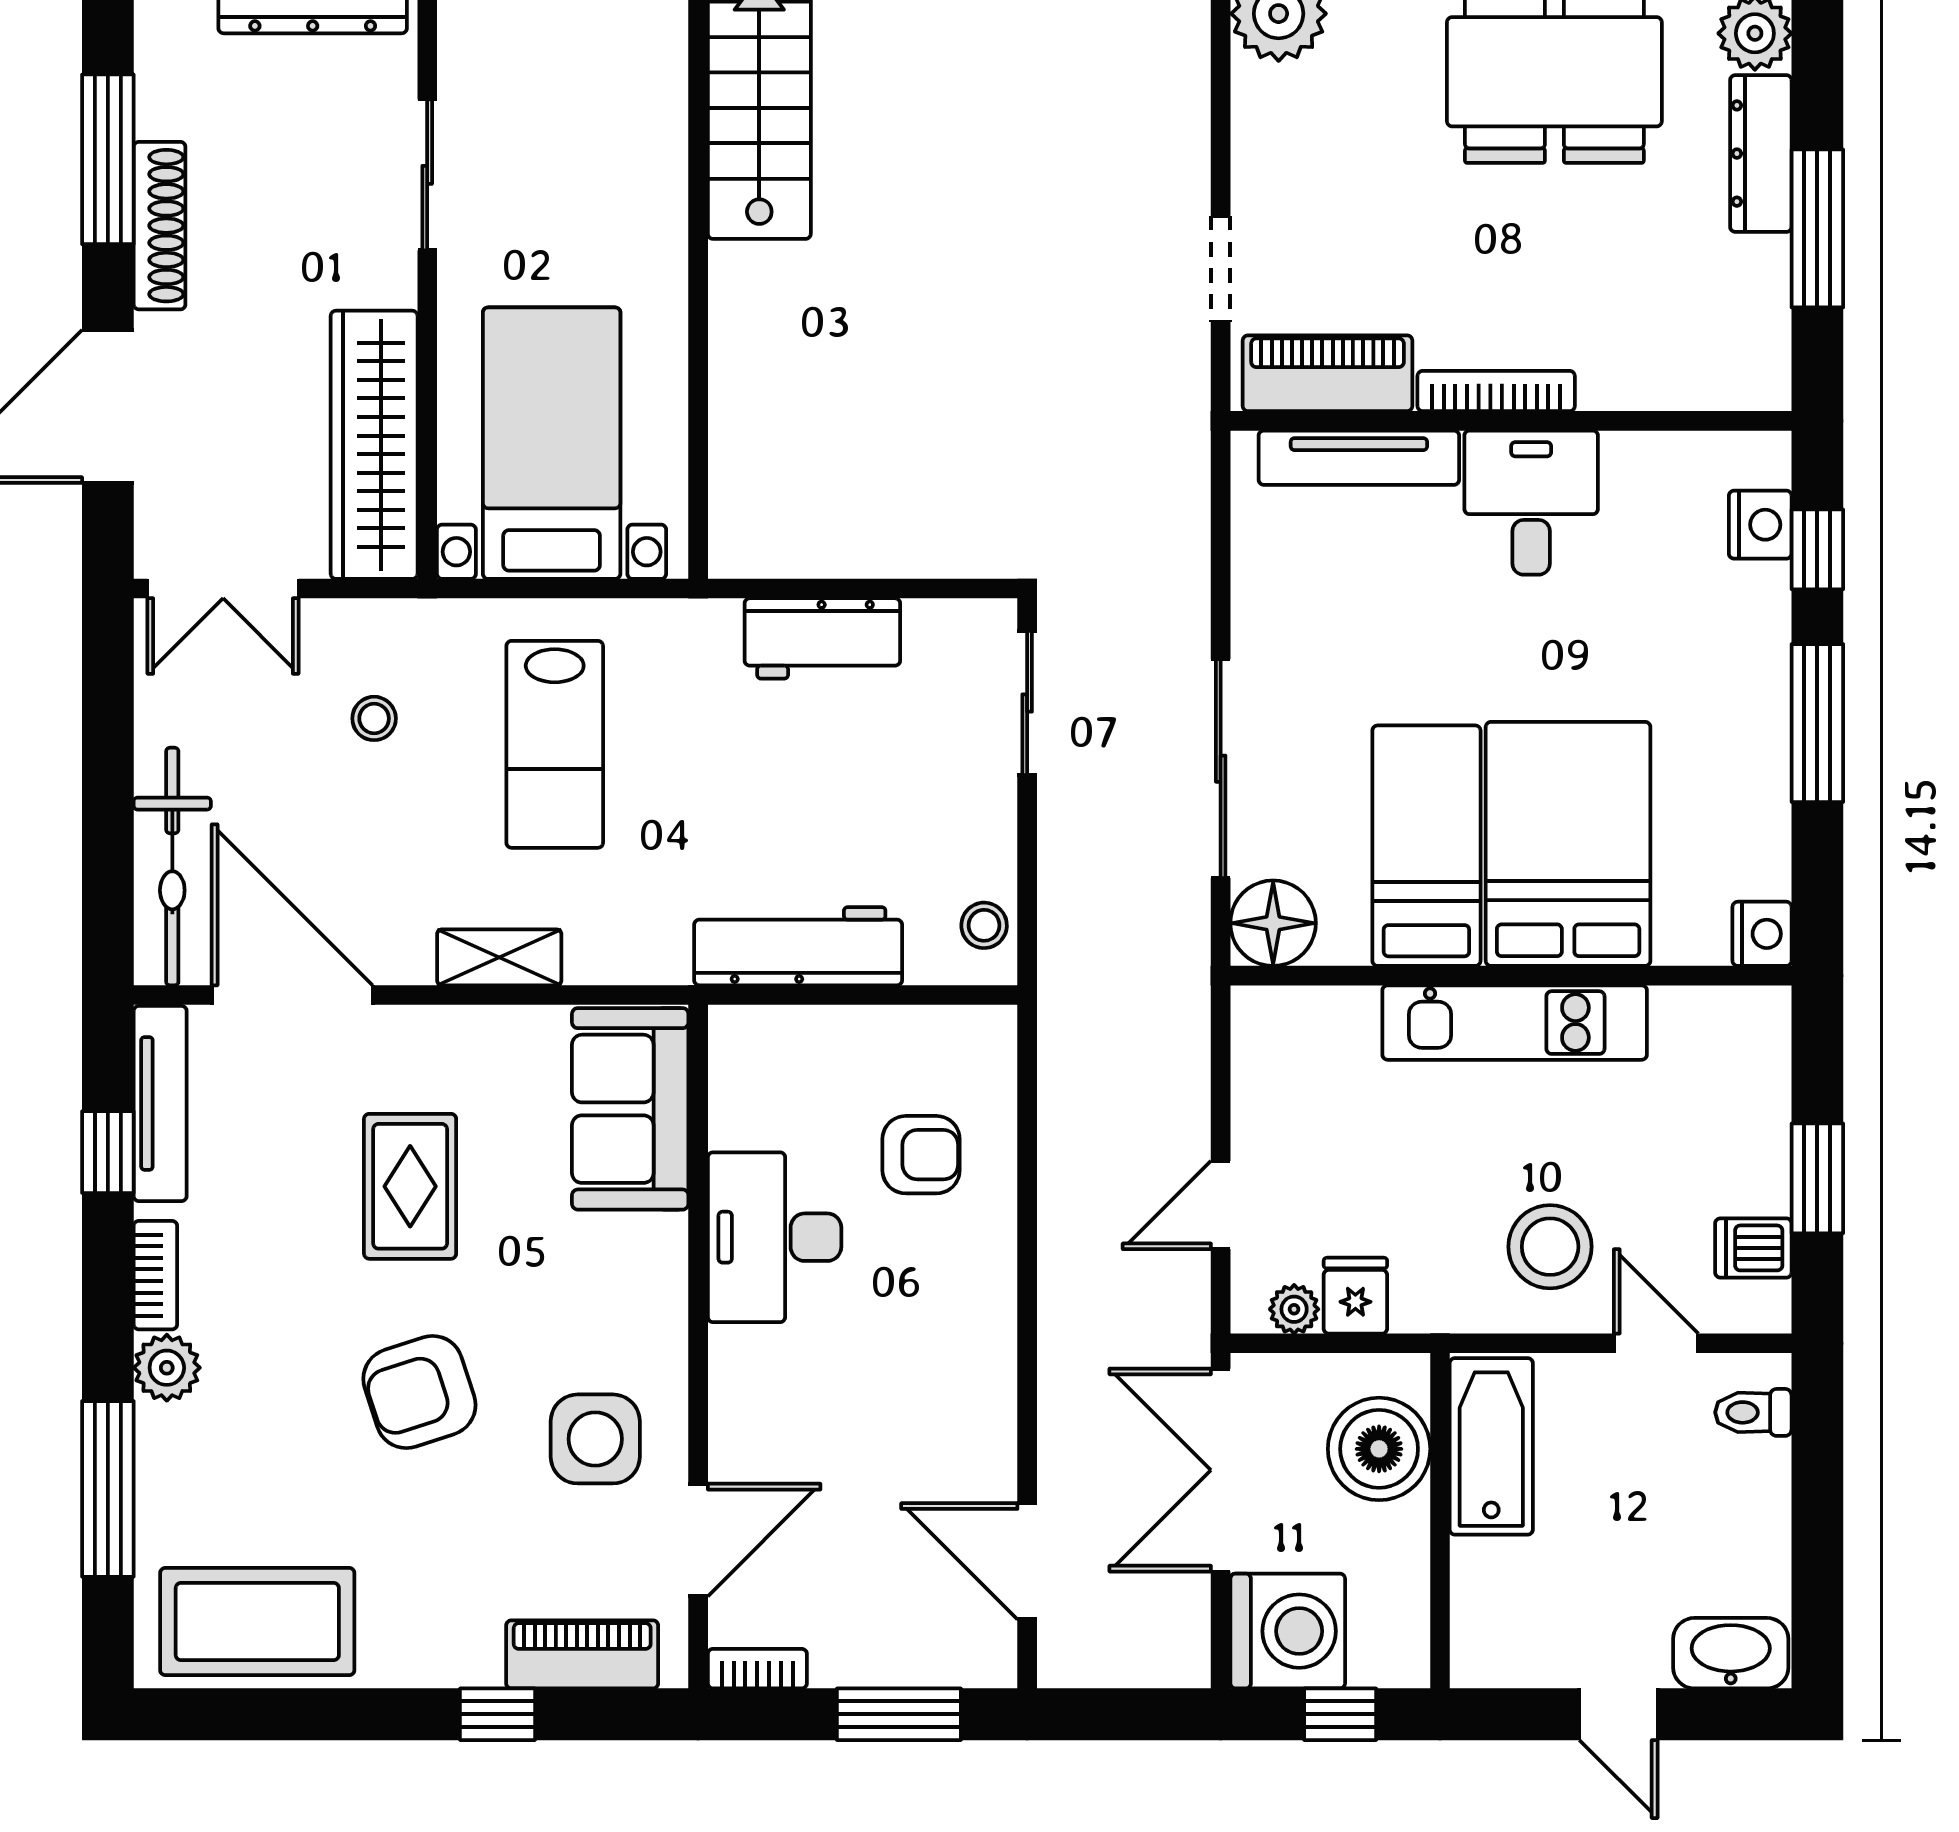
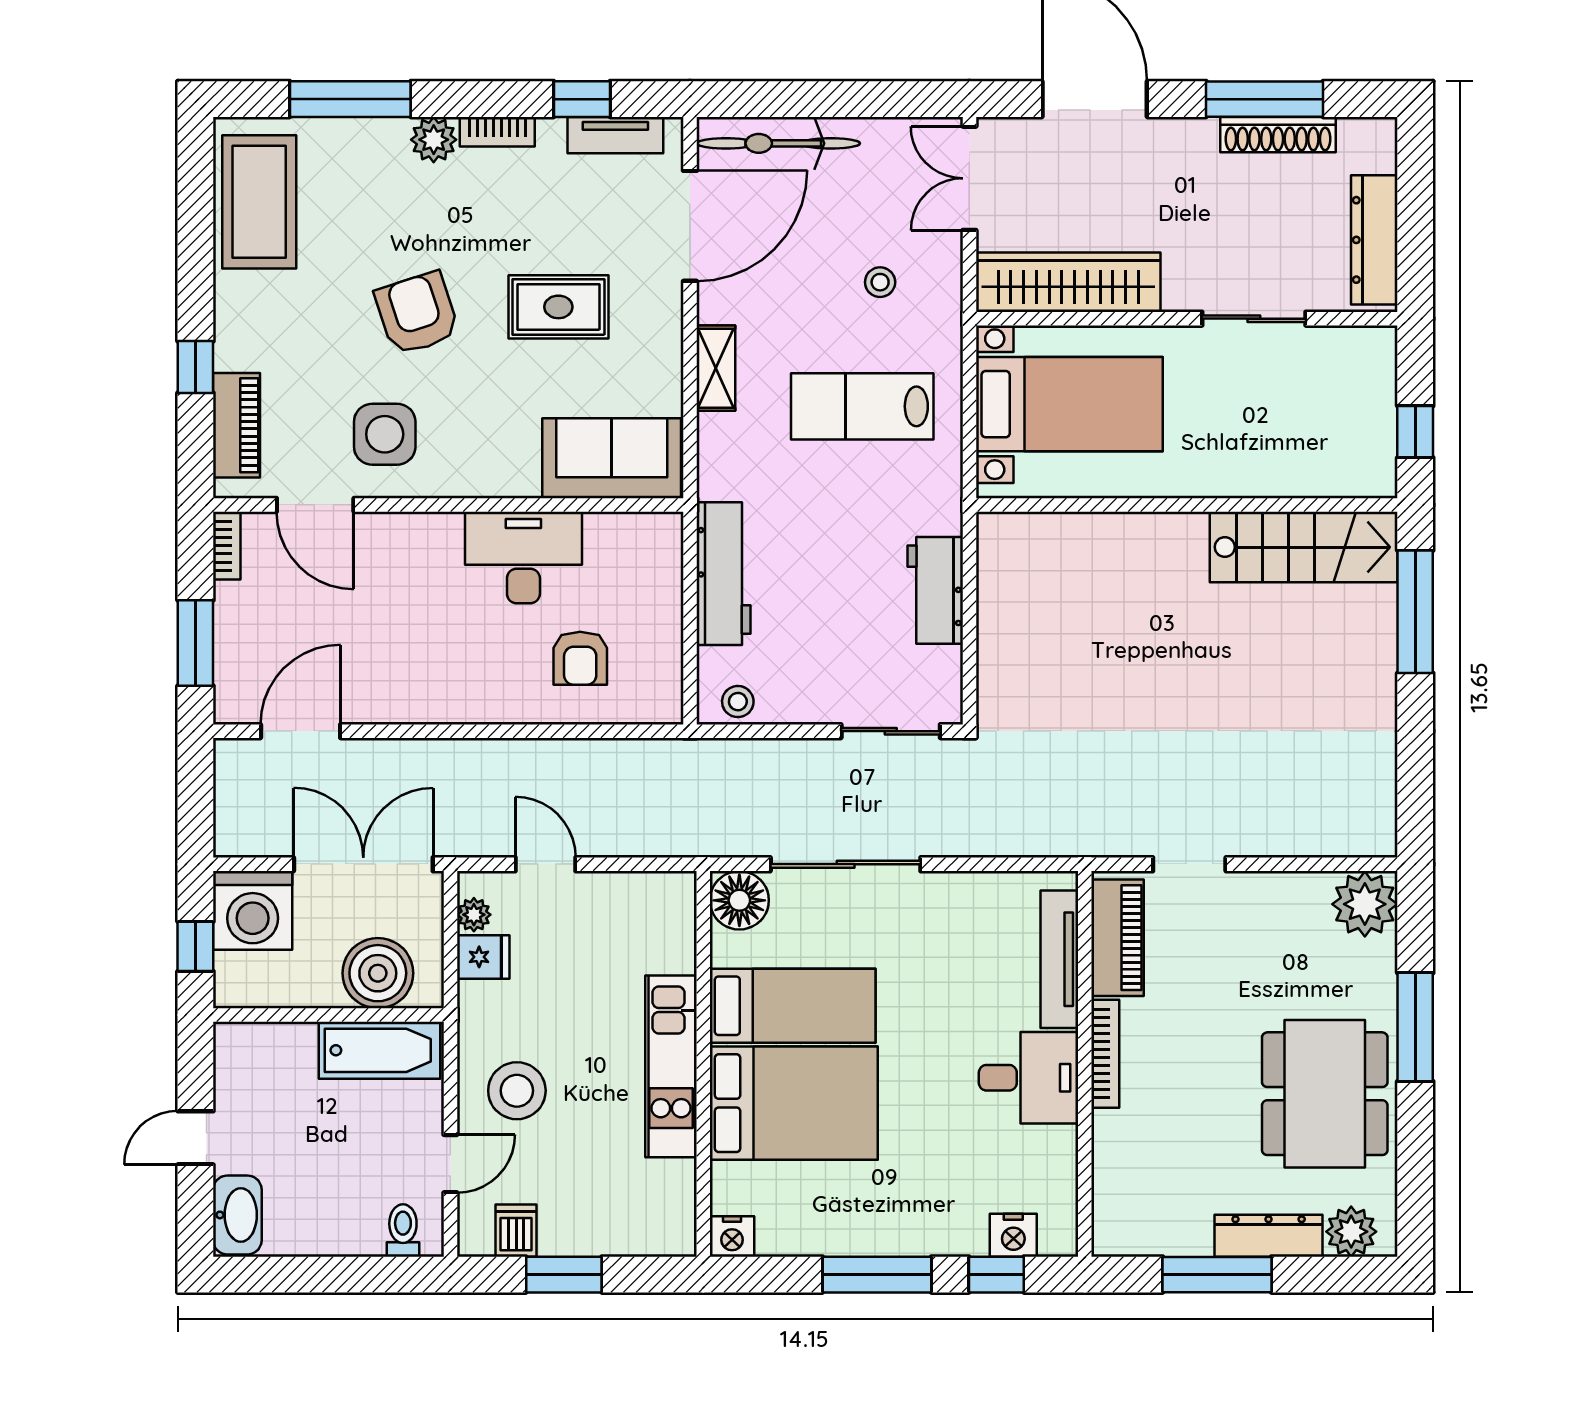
shoe rack: (160, 226) -> (1278, 135), moved
tv unit: (160, 1103) -> (615, 135), width x0.71

